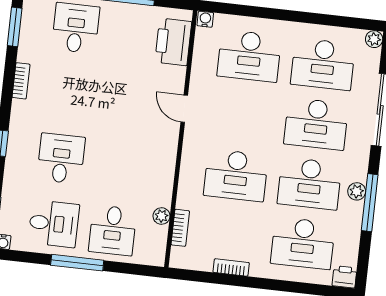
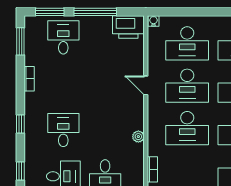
printer: (173, 42) -> (128, 27), moved, turned -90
desk: (243, 116) -> (187, 86), added
plant: (162, 216) -> (138, 137), moved

